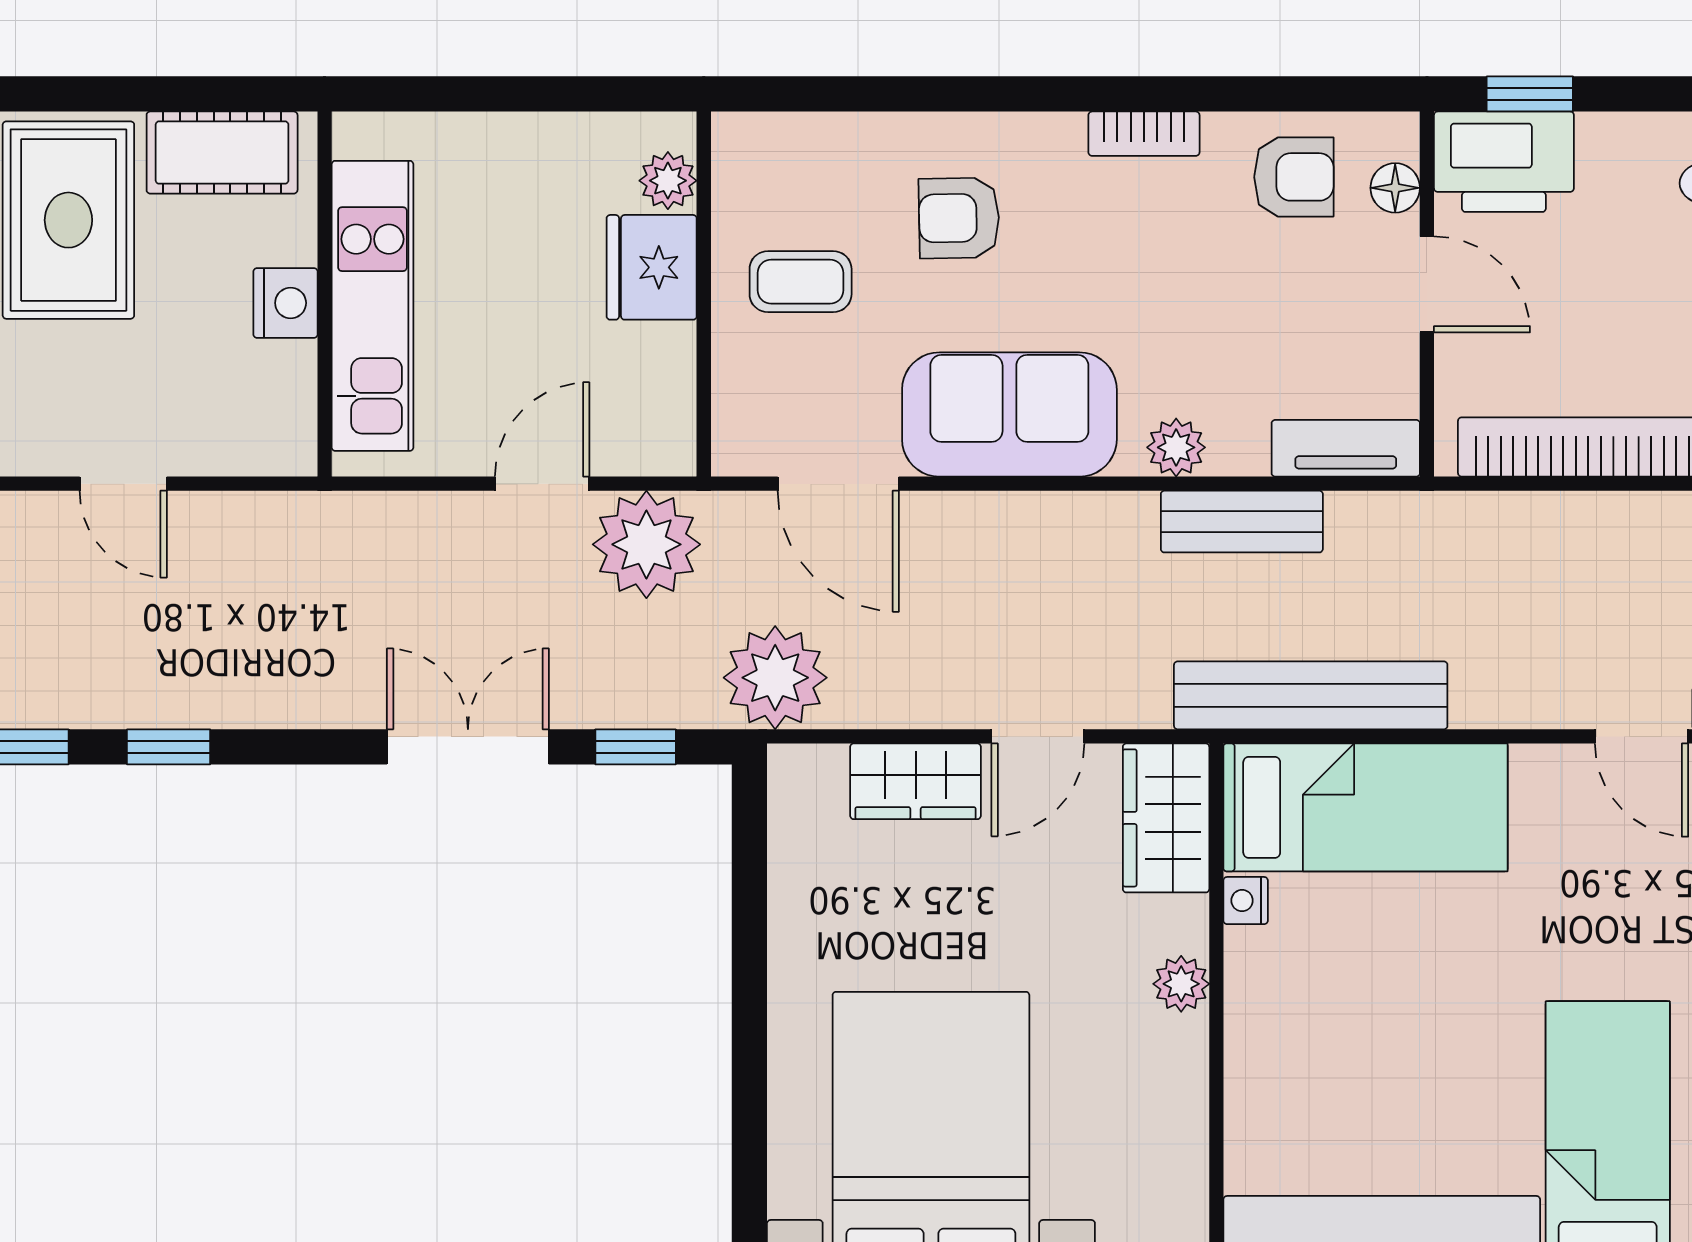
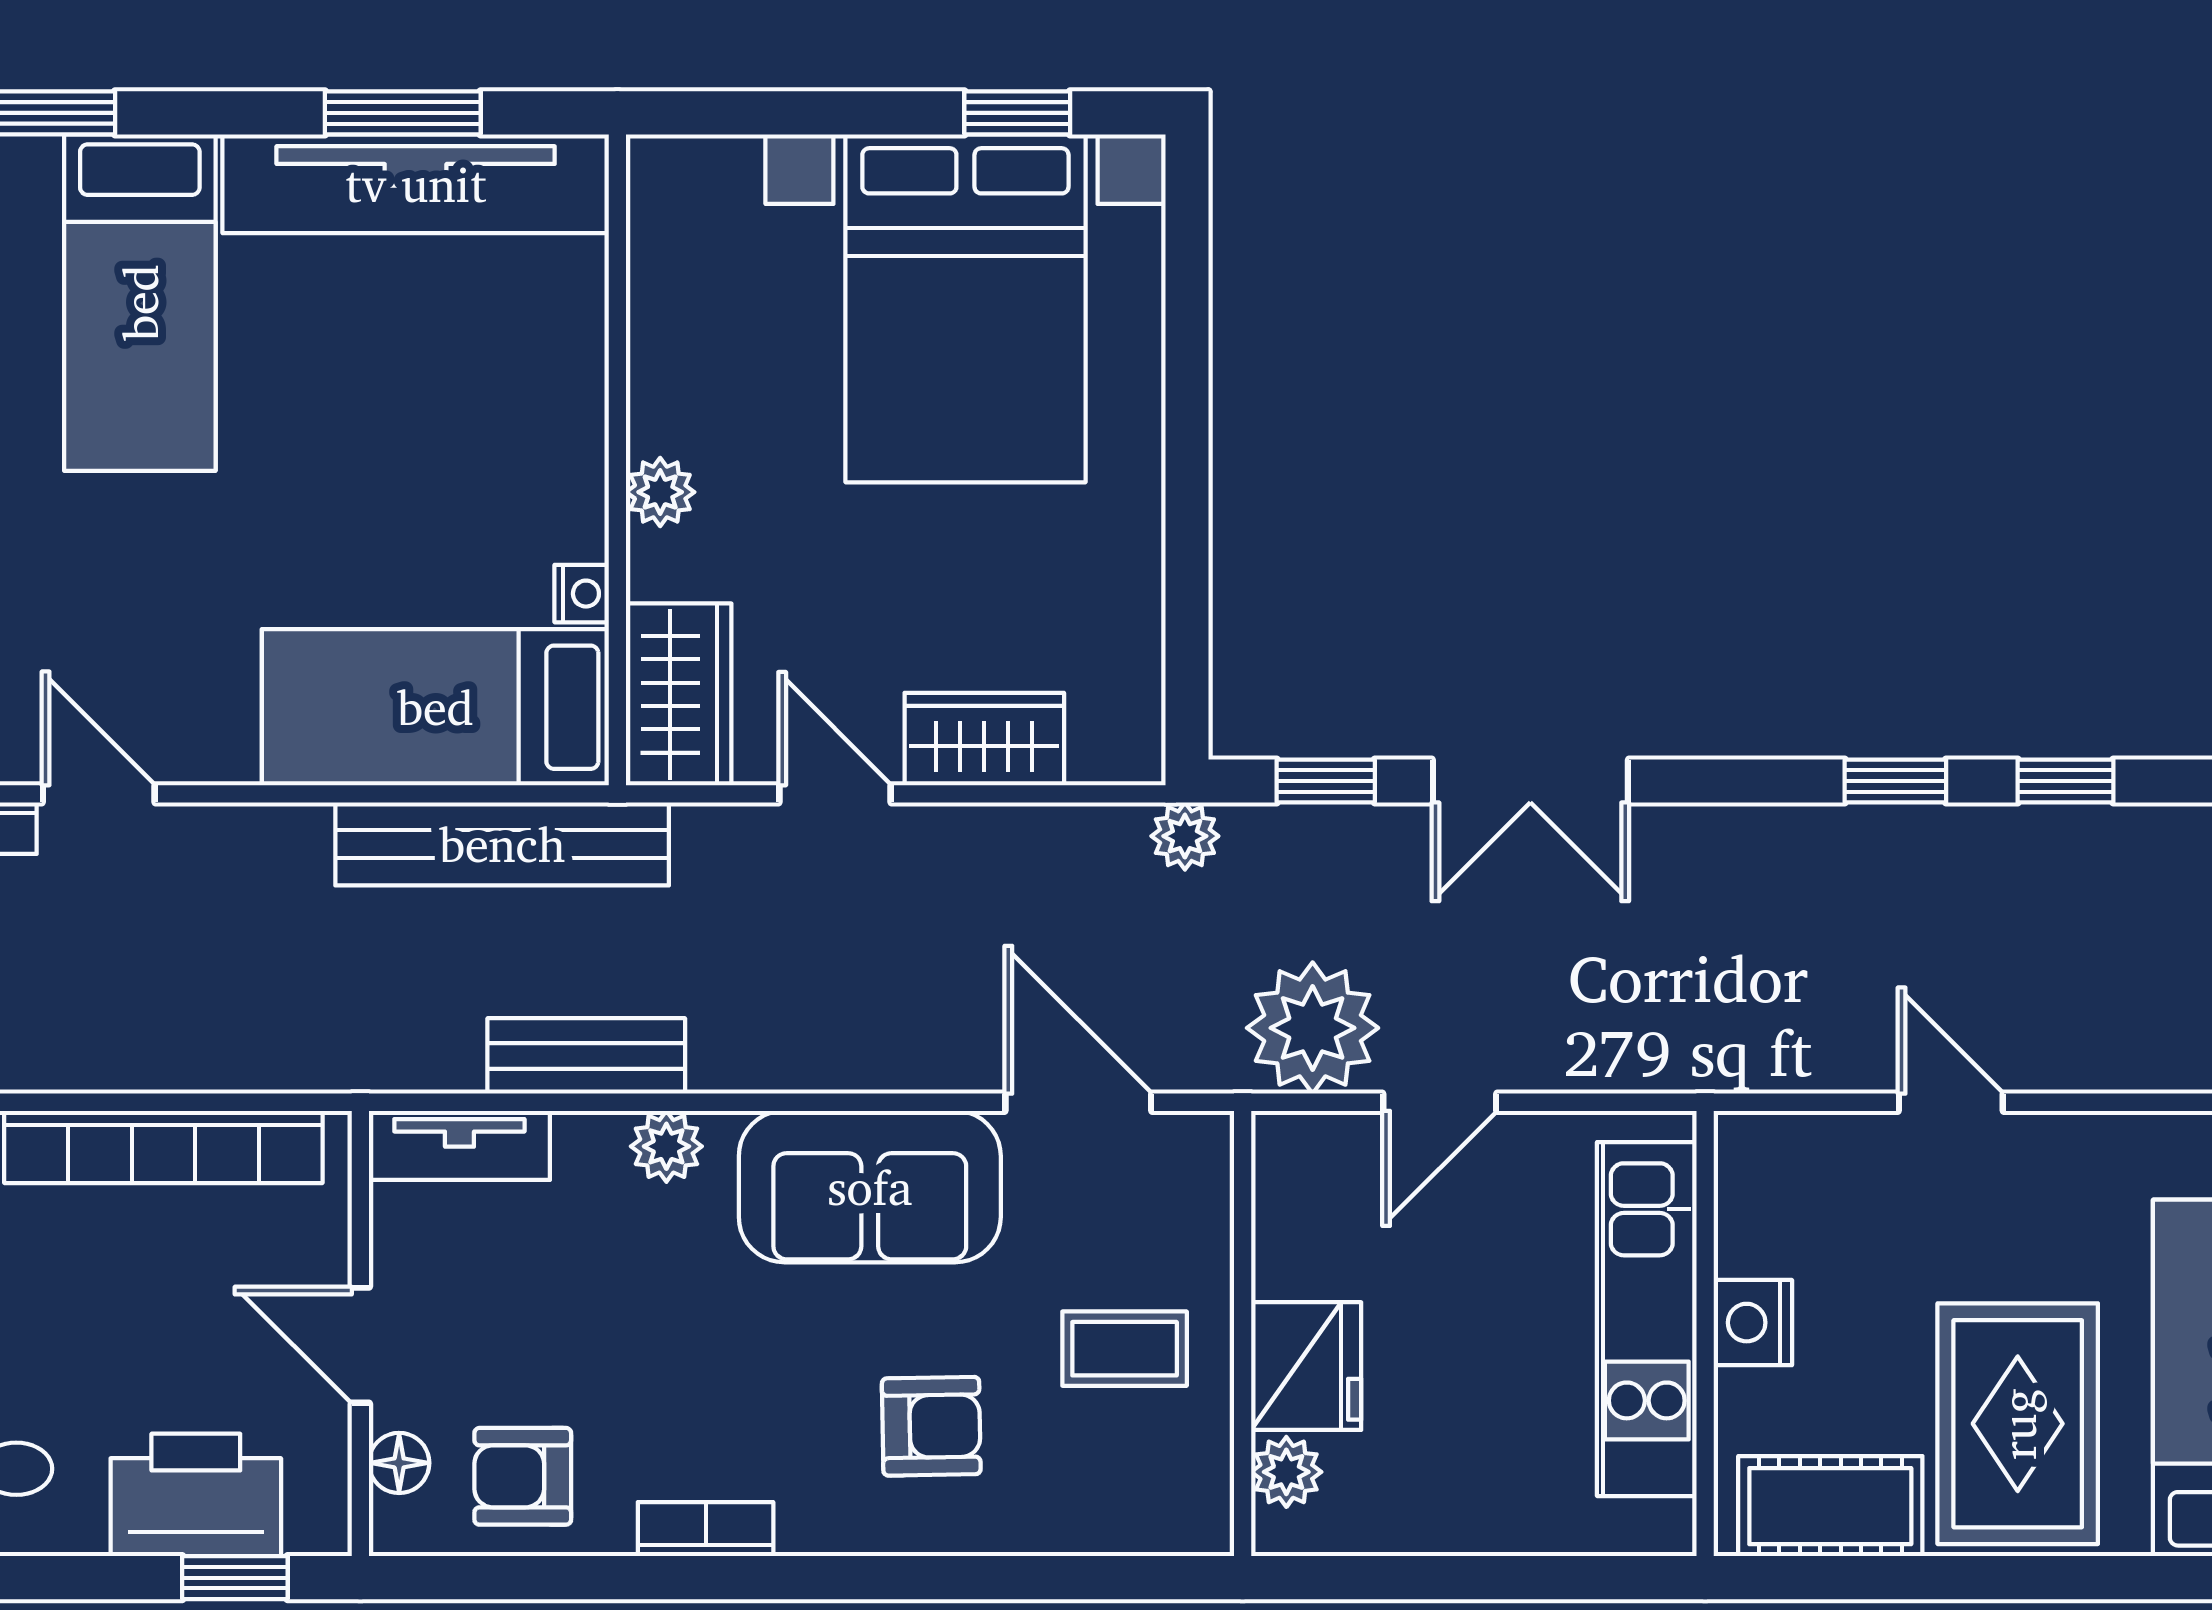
printer: (1504, 162) -> (196, 1495), moved
plant: (775, 678) -> (1185, 836), width x0.53, depth x0.53
door: (1038, 736) -> (835, 794), hinge flipped

